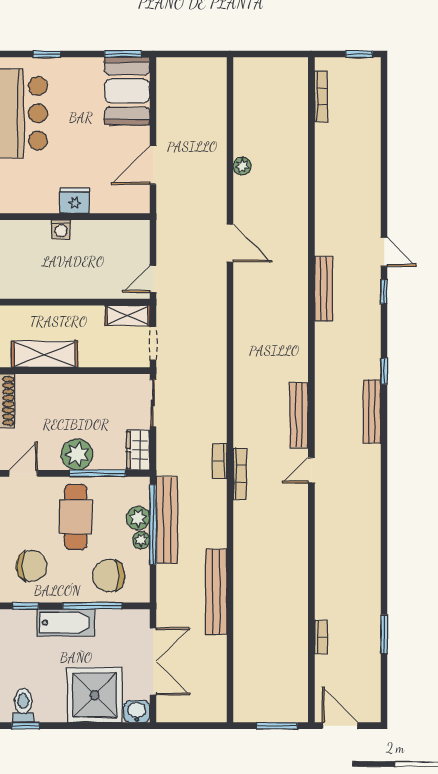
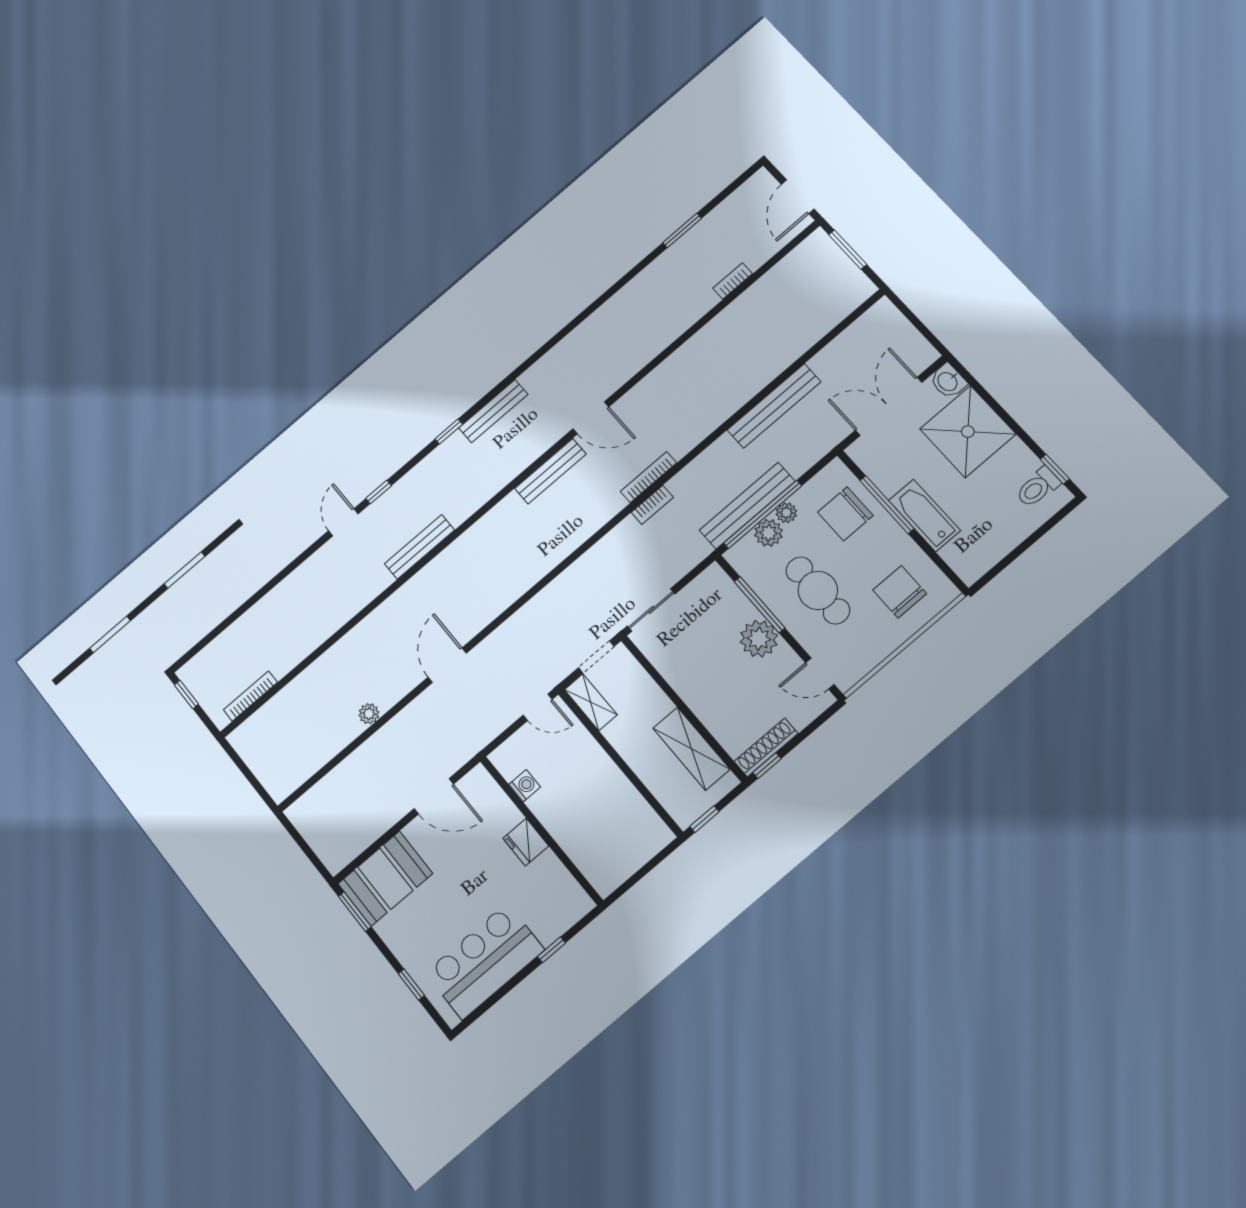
washing machine: (61, 229) -> (525, 786), moved
wardrobe: (138, 450) -> (706, 586), removed
door: (311, 470) -> (591, 418), width x1.38
cafe table: (76, 517) -> (818, 590), turned 90
chair: (109, 576) -> (845, 514), turned 90
window: (26, 606) -> (942, 565), removed

